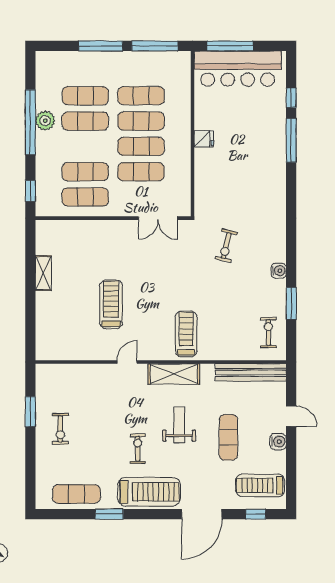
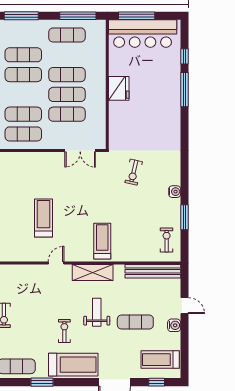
window: (101, 46) -> (21, 16), moved
exercise mat: (141, 96) -> (67, 35), moved
fridge: (204, 139) -> (119, 88), width x1.88, depth x1.34
exercise mat: (228, 437) -> (135, 322), turned 90

